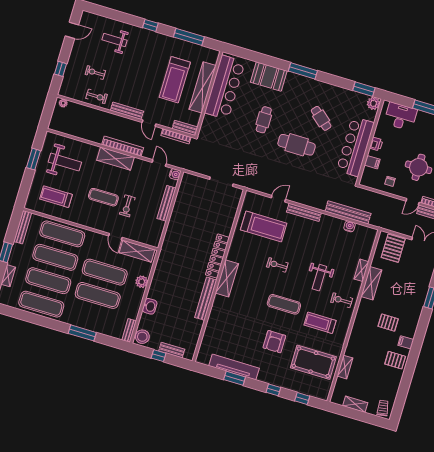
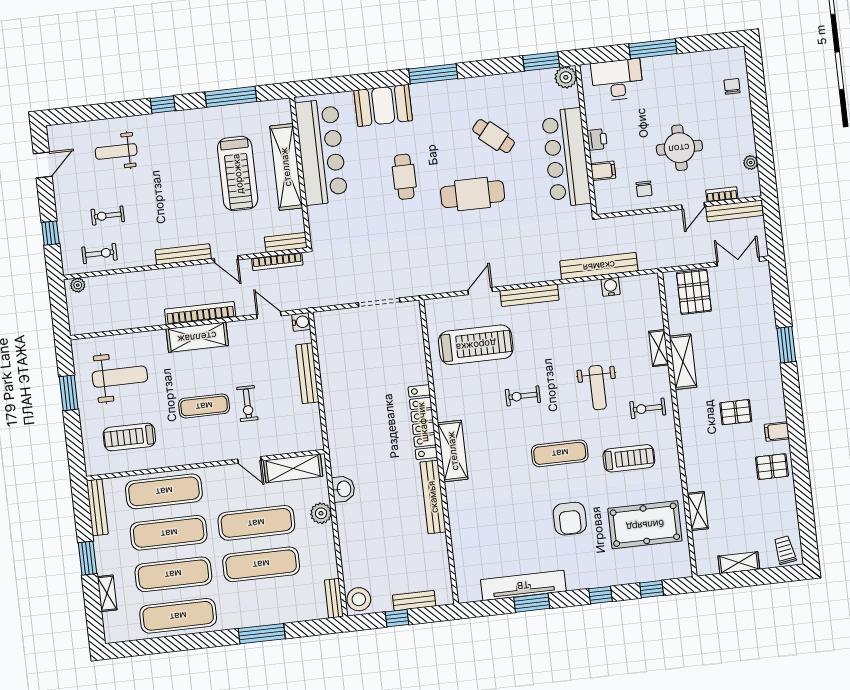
exercise bike: (97, 96) -> (100, 254), moved
washbasin: (150, 306) -> (343, 489), moved
treadmill: (320, 323) -> (629, 458), turned 180

